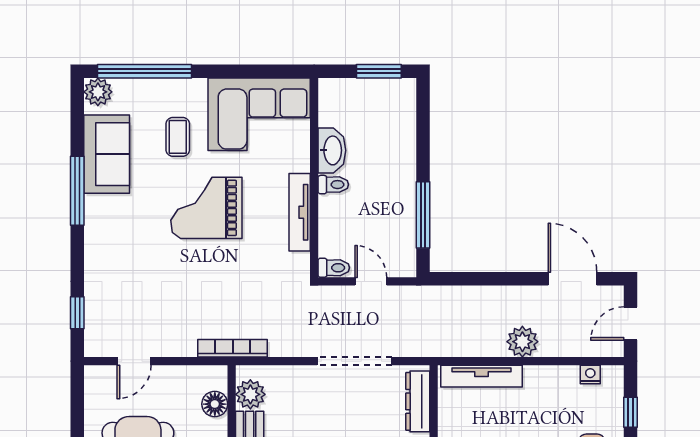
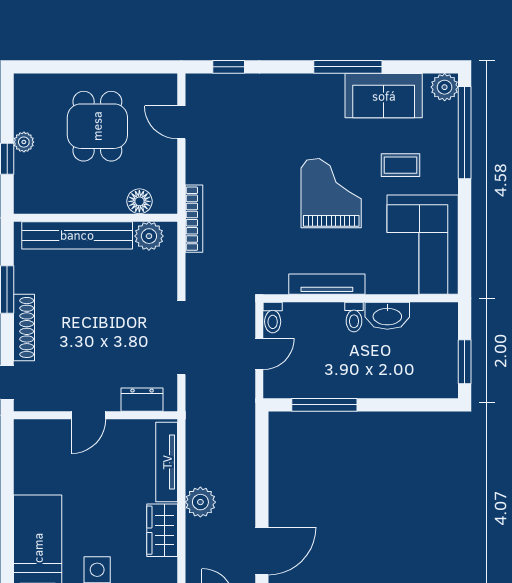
nightstand: (590, 375) -> (168, 568), removed
wardrobe: (551, 381) -> (162, 530), added
dresser: (418, 401) -> (142, 400), width x0.70

